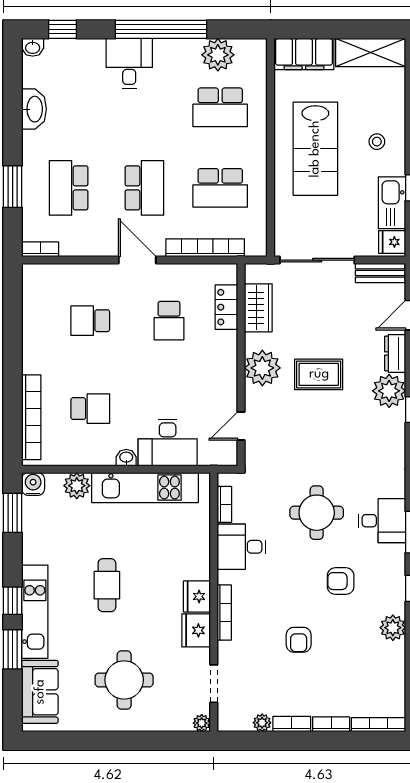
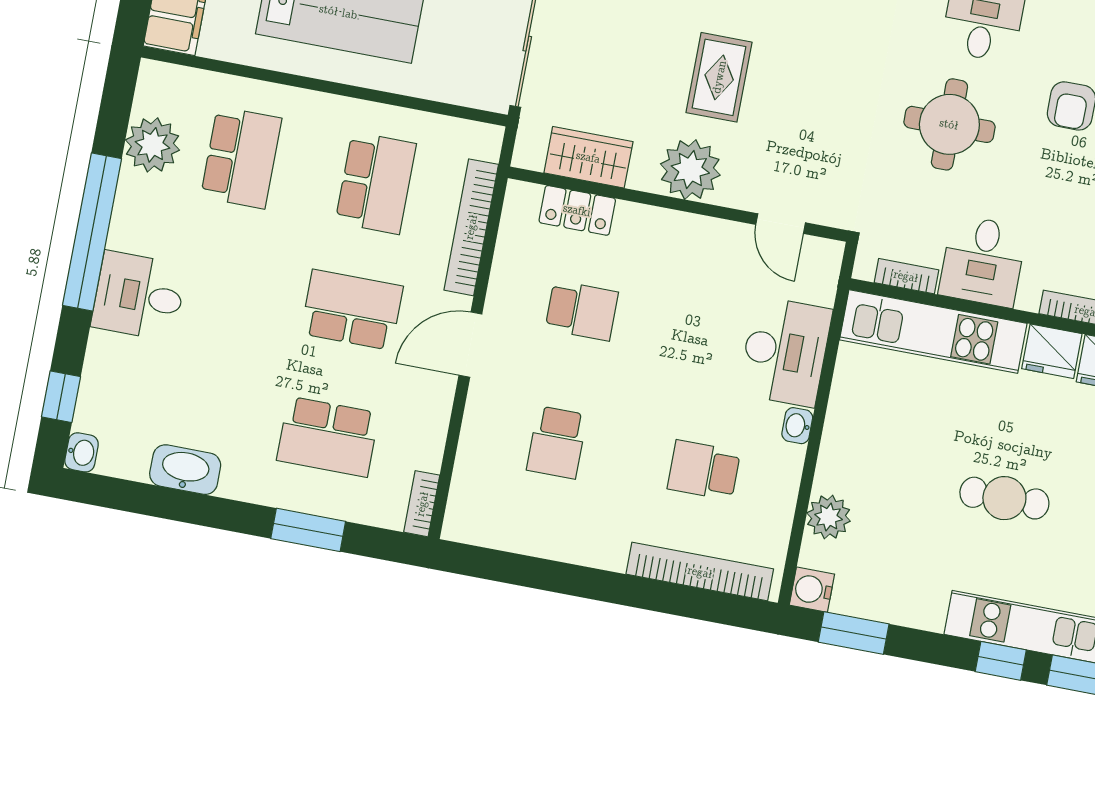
school desk: (90, 409) -> (704, 470), turned -90
kitchen unit: (145, 488) -> (933, 332), moved, turned 90

